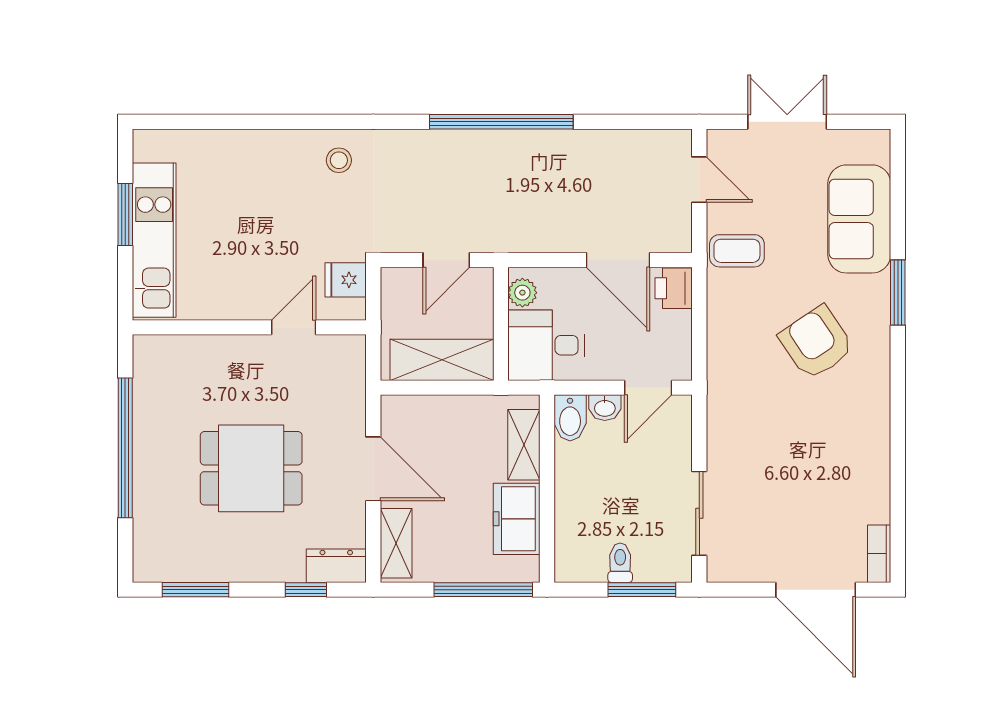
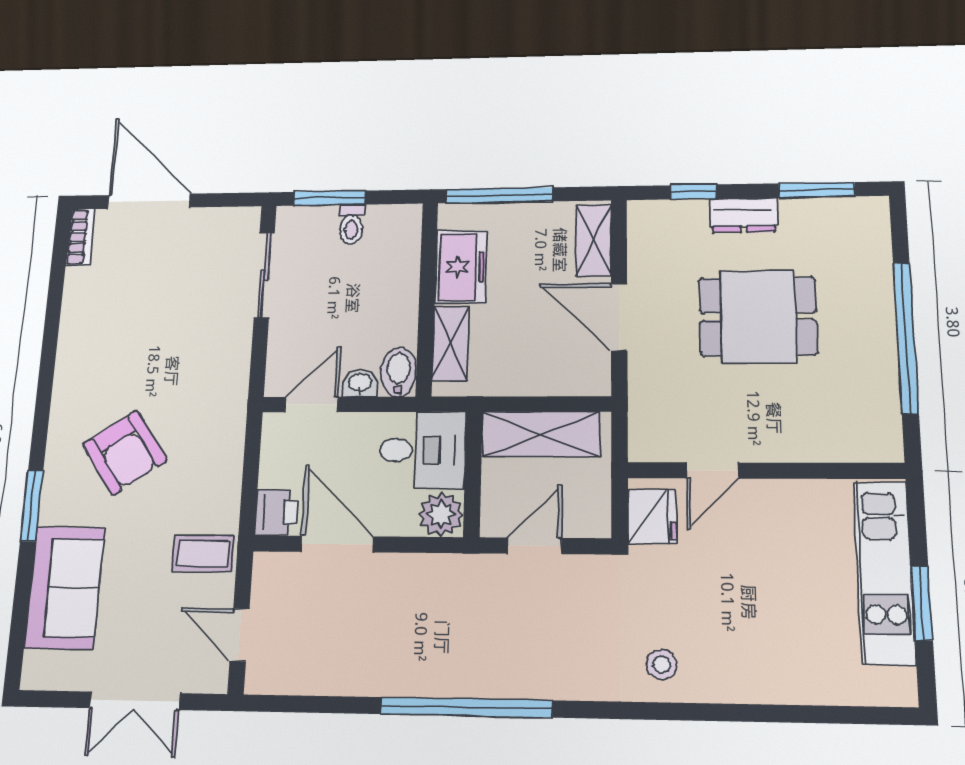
fridge: (346, 280) -> (652, 516), width x1.38
plant: (522, 293) -> (441, 514), width x1.38, depth x1.38
dresser: (336, 566) -> (744, 215), moved

